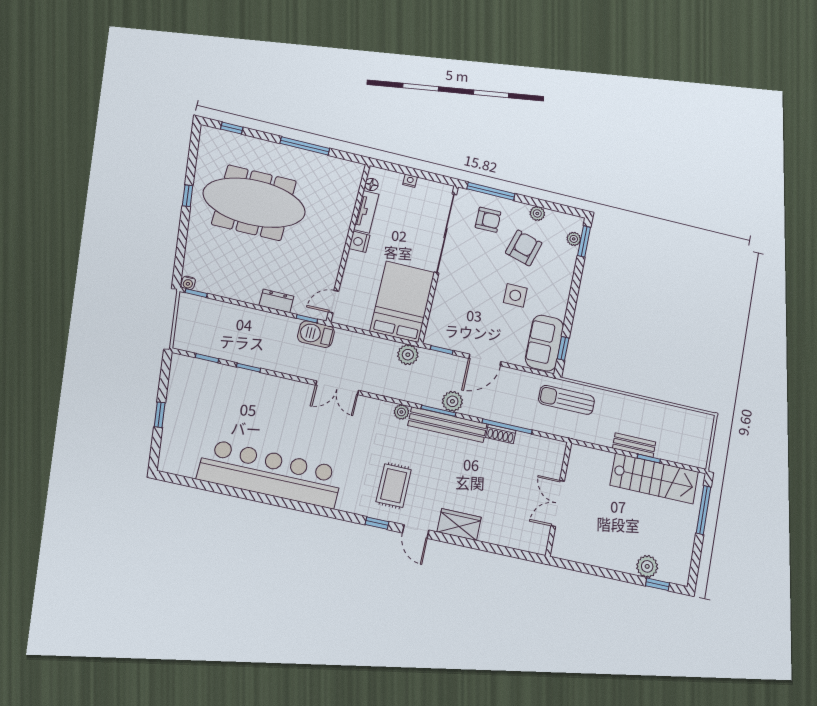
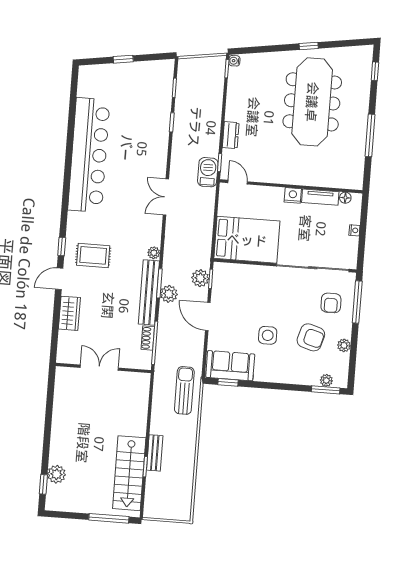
plant: (408, 355) -> (200, 278), moved
wall: (559, 499) -> (103, 368), moved
double door: (558, 503) -> (99, 368), moved

